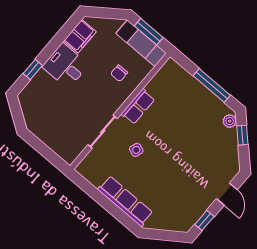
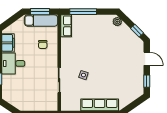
window: (212, 85) -> (83, 12), moved
row of seats: (138, 106) -> (66, 26), moved
window: (242, 135) -> (137, 31), moved

